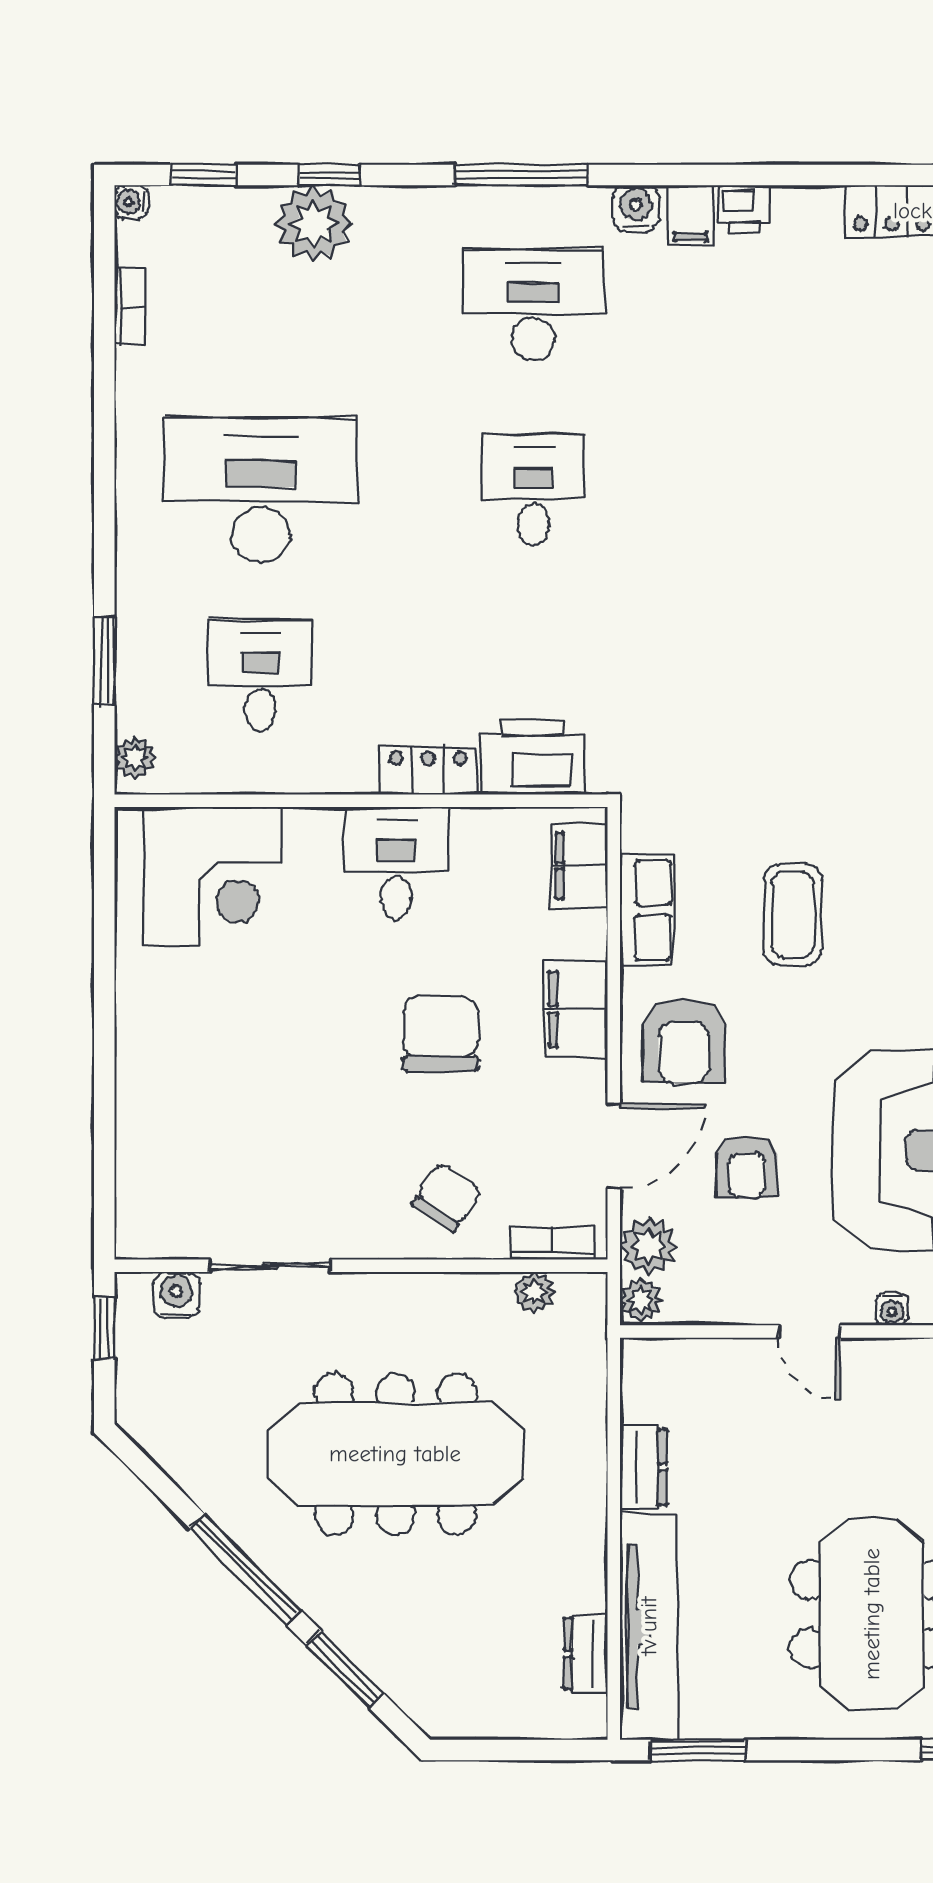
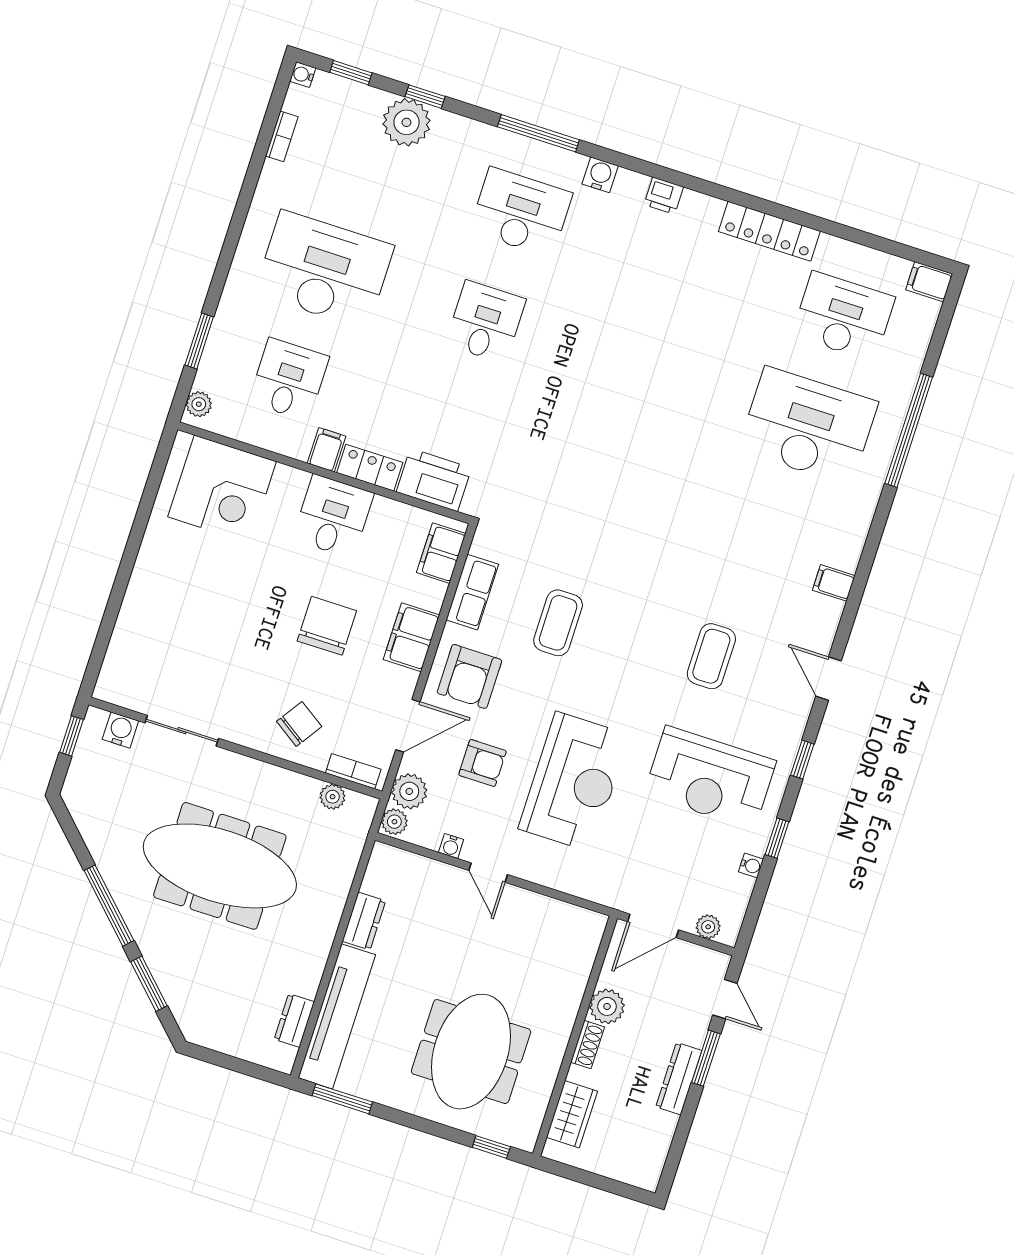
filing cabinet: (690, 216) -> (327, 450), moved, turned 180
armchair: (747, 1167) -> (483, 763), turned -90
water cooler: (892, 1309) -> (451, 846), moved

